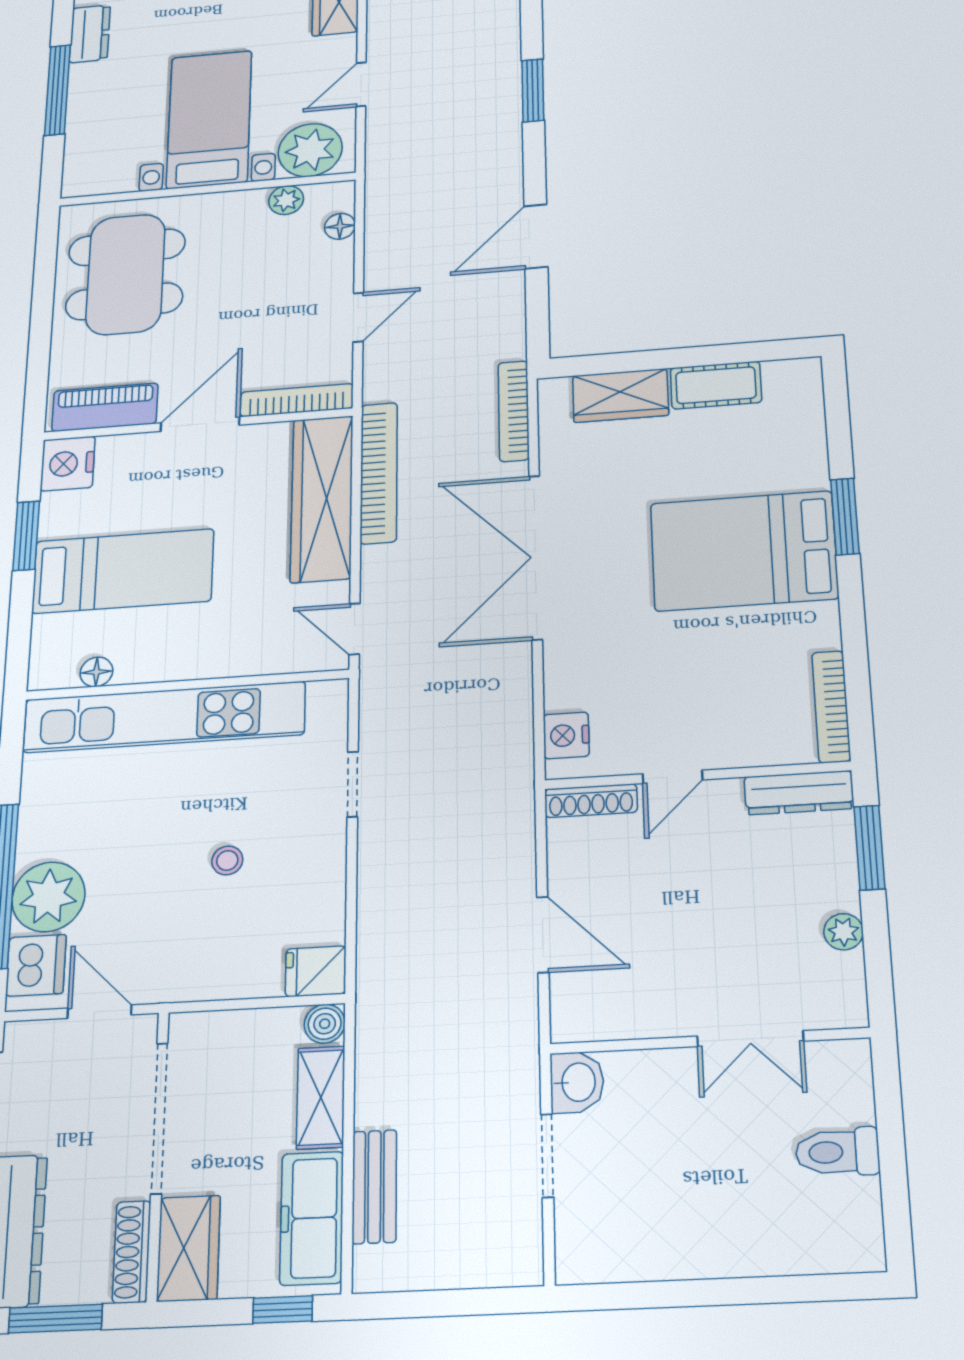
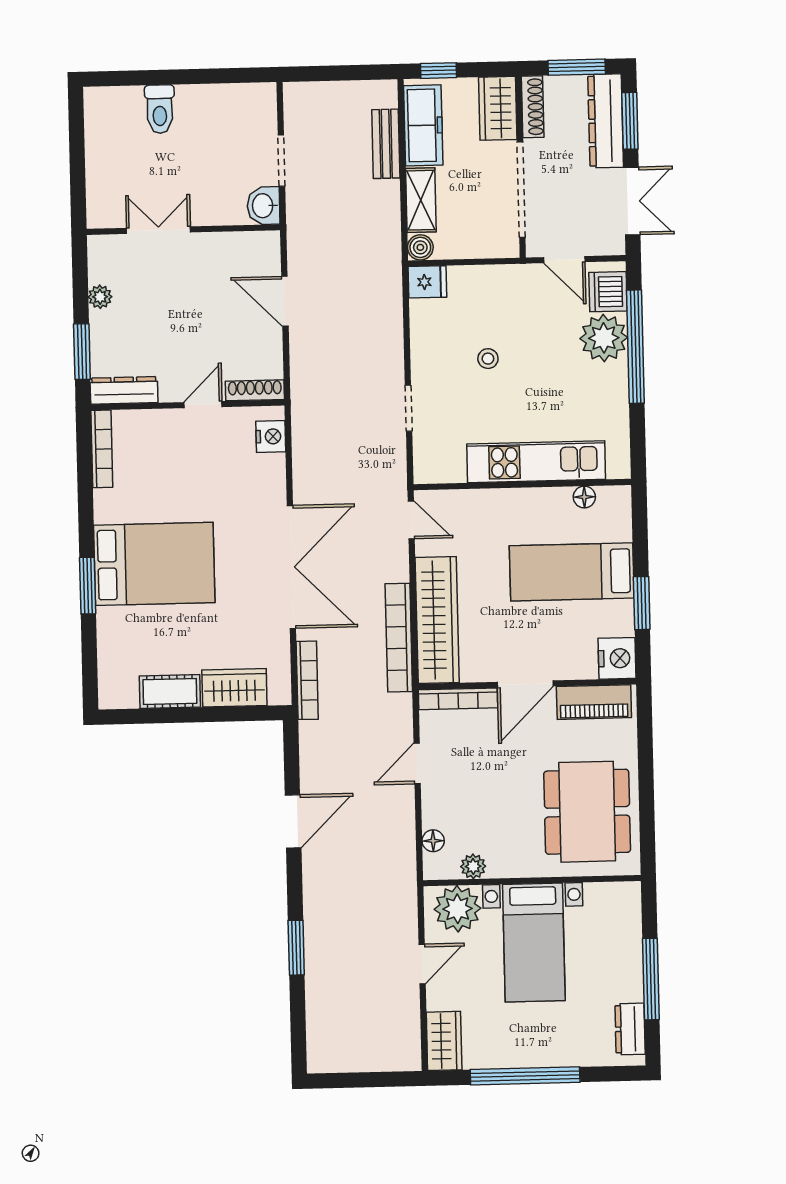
kitchen unit: (164, 717) -> (536, 462), width x0.73
toilet: (837, 1152) -> (160, 109), moved, turned 90

